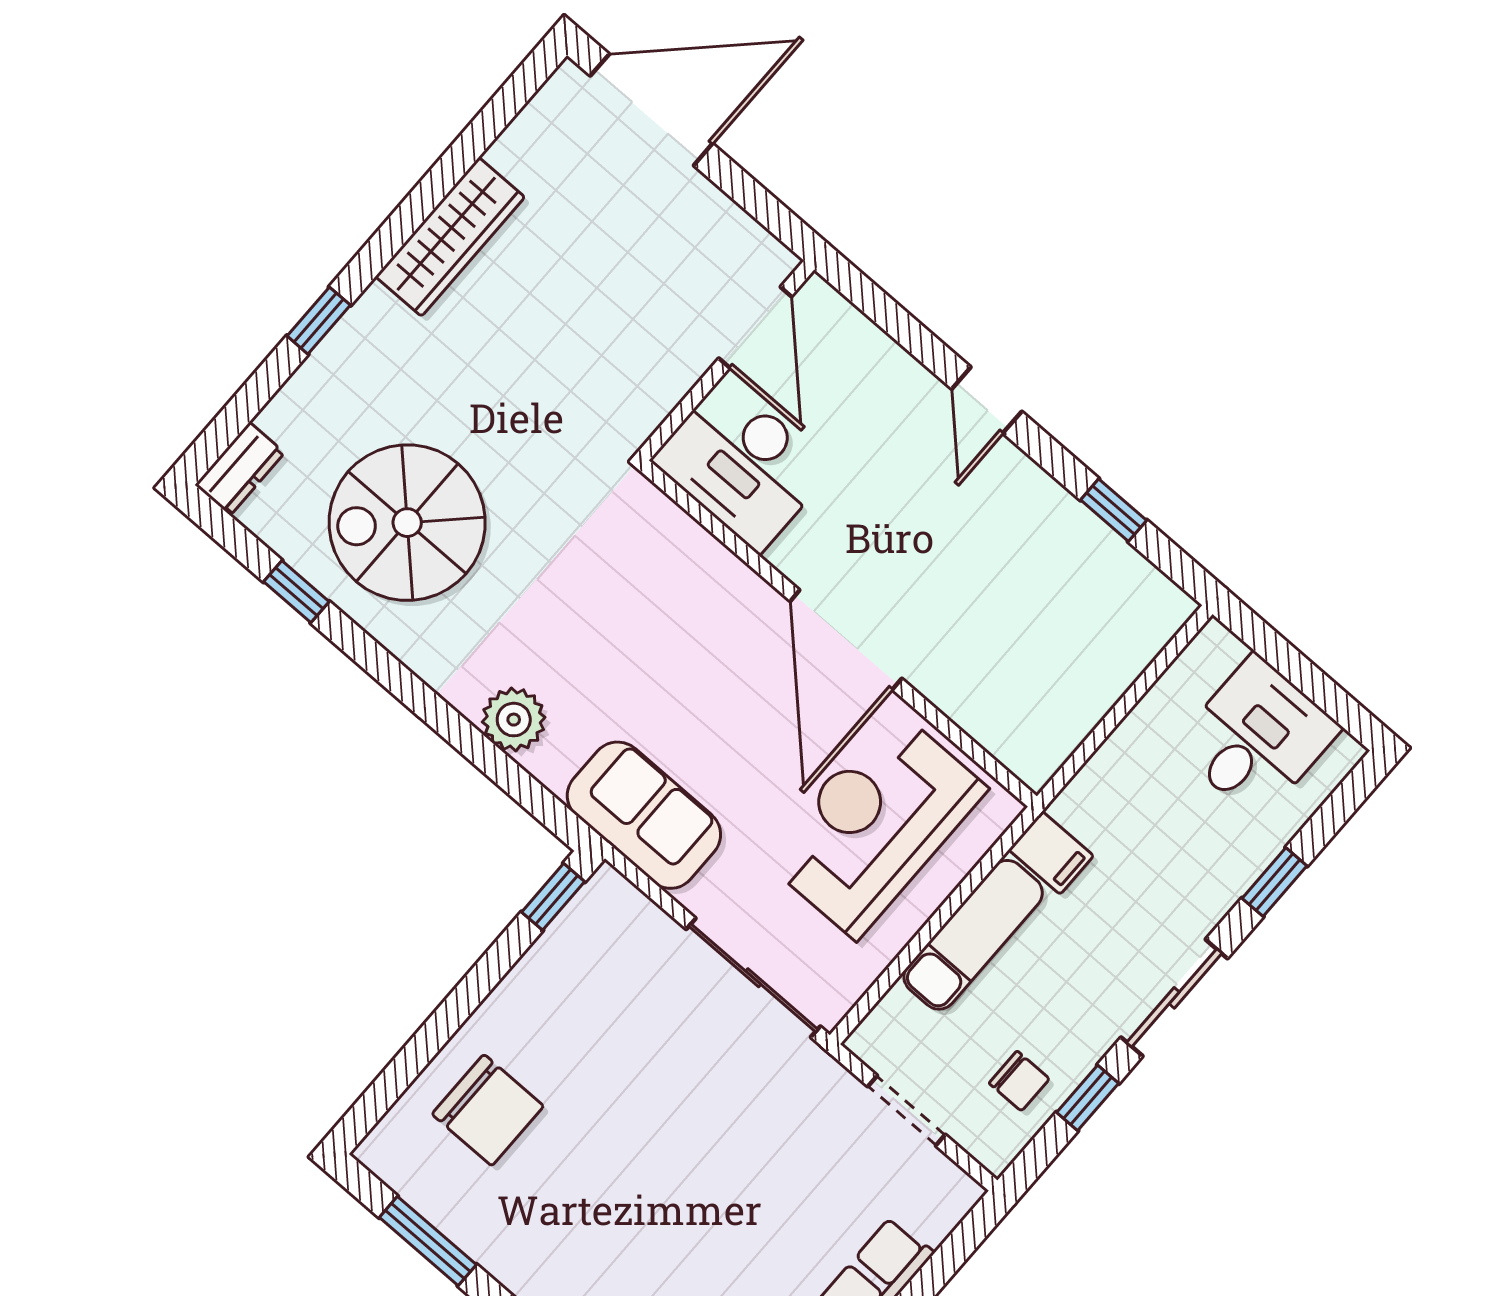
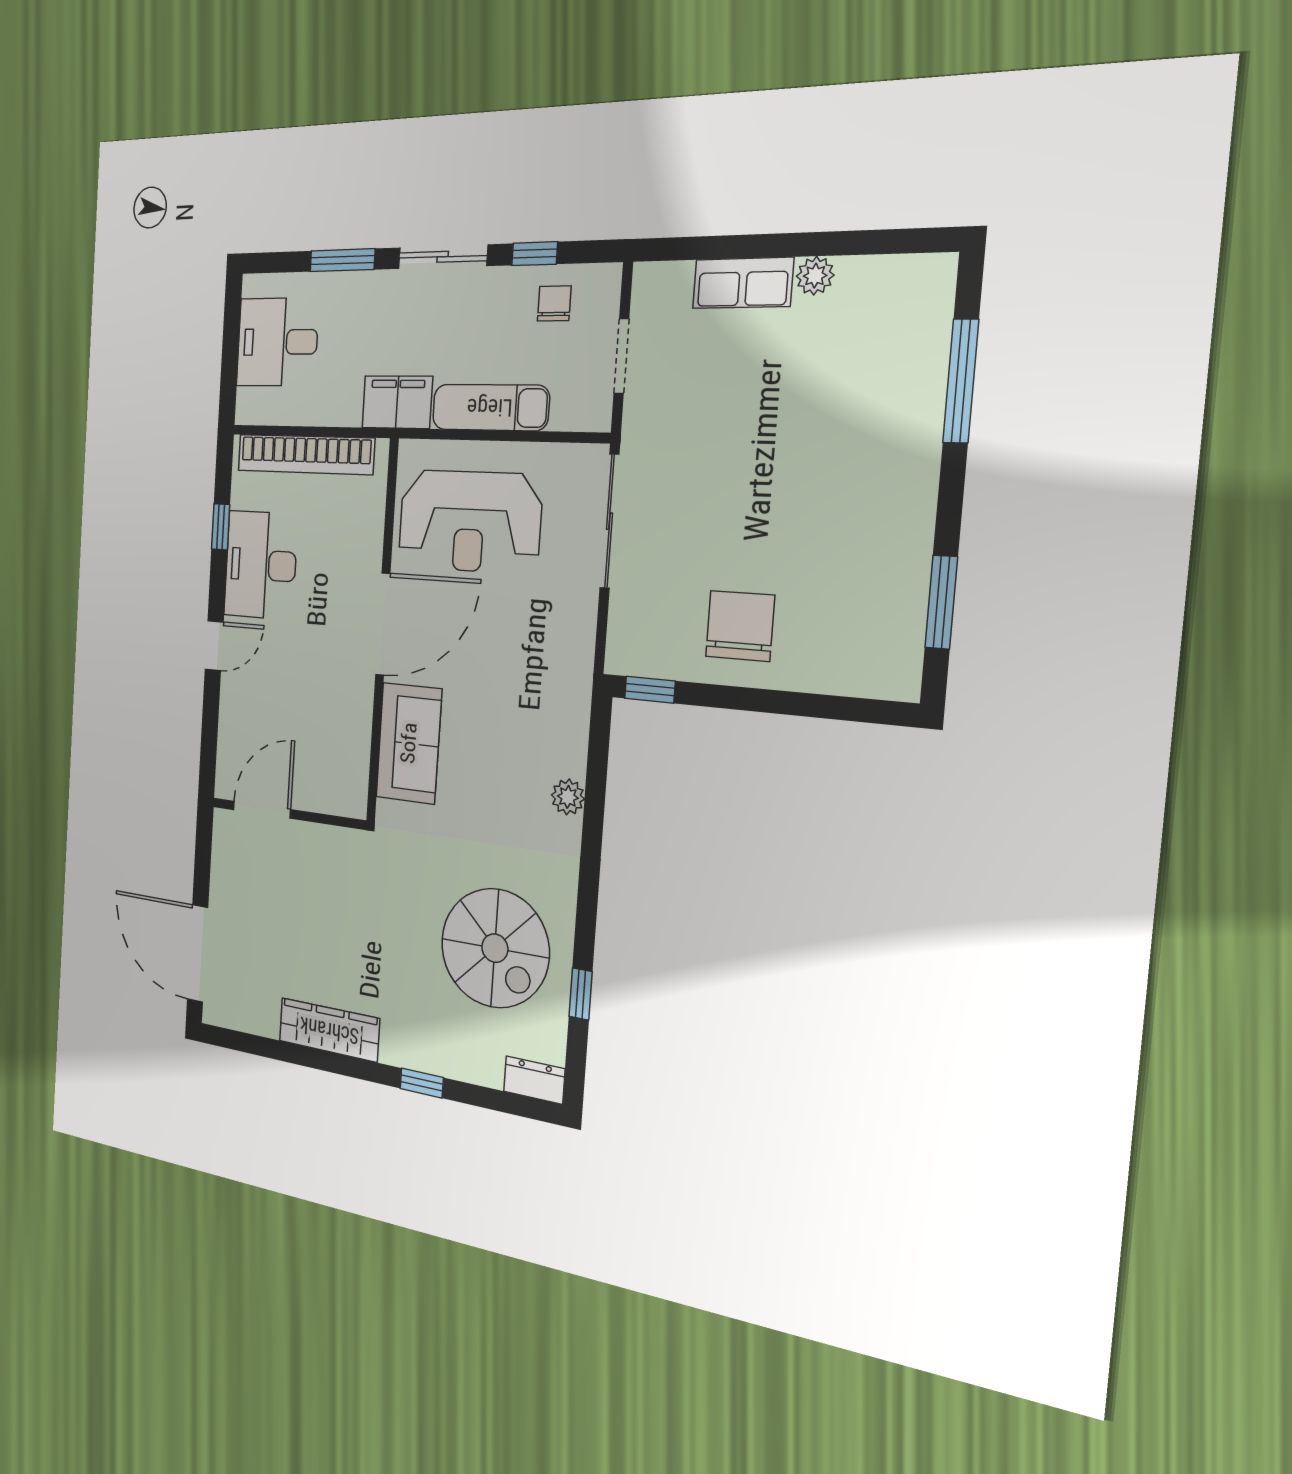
desk: (742, 465) -> (261, 565), moved, turned 180
bookcase: (1105, 680) -> (305, 454), added
plant: (514, 720) -> (568, 797), width x0.73, depth x0.73
sofa: (644, 815) -> (409, 743), moved, turned 180
filing cabinet: (1051, 853) -> (397, 402), width x2.00
window: (1275, 882) -> (342, 260), width x1.50
chair: (488, 1110) -> (740, 626), moved

